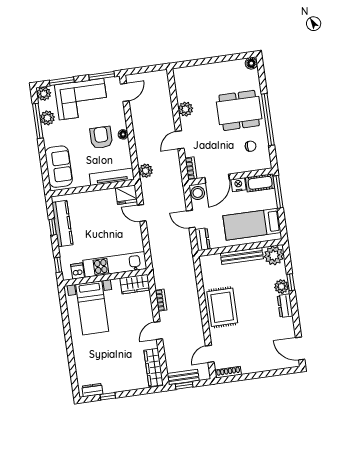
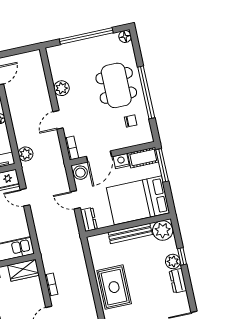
window: (213, 60) -> (86, 36), added
dining table: (239, 110) -> (116, 85), turned 90
bed: (252, 224) -> (138, 200), width x1.50

